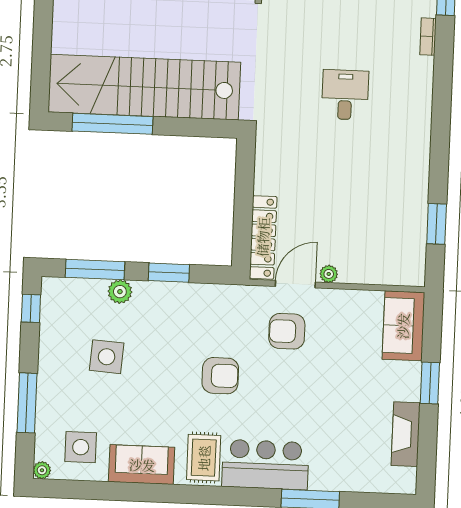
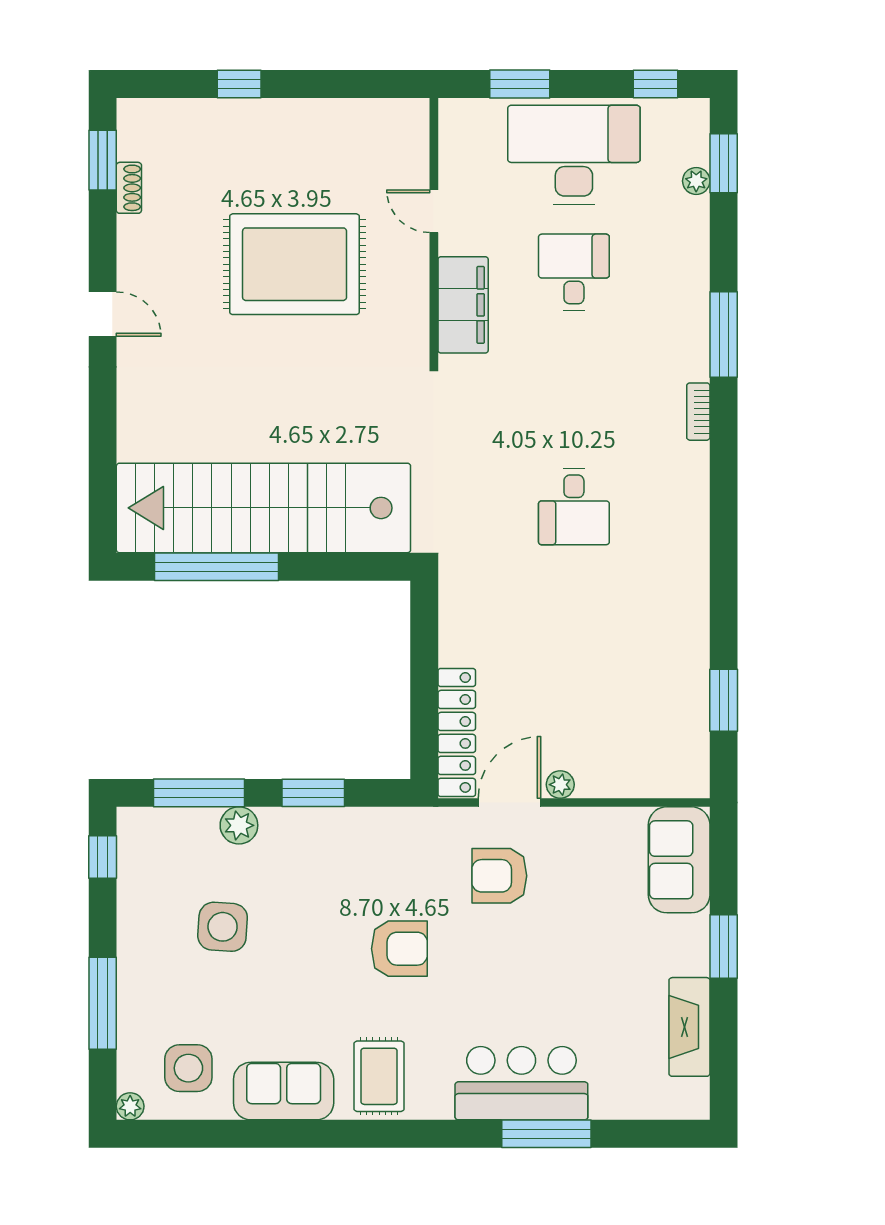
desk: (345, 95) -> (574, 507), turned 180
bar counter: (265, 465) -> (521, 1083), moved

